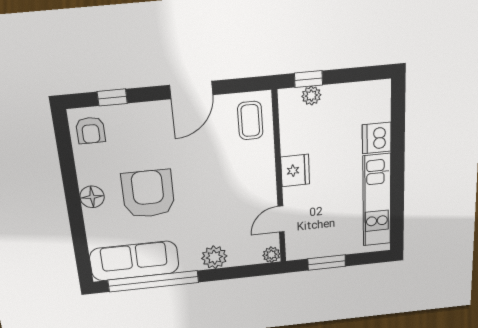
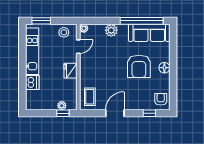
stool: (312, 243) -> (64, 32), added
window: (327, 263) -> (41, 21), moved

